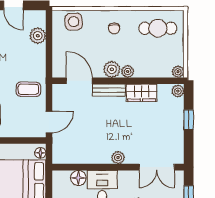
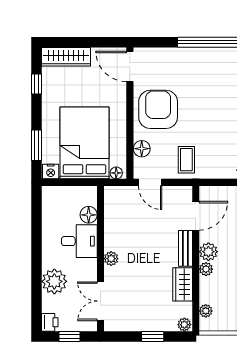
plant: (178, 72) -> (206, 311), moved
floor lamp: (18, 130) -> (142, 149), added

